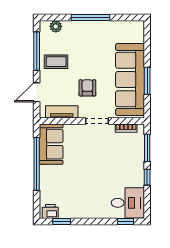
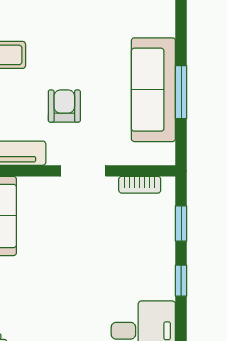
sofa: (130, 79) -> (153, 90), width x0.74, depth x0.79
window: (147, 148) -> (181, 223), width x0.67

